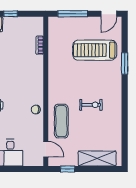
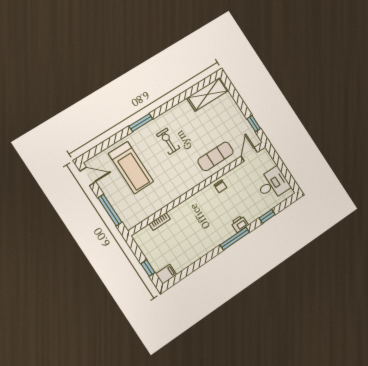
window: (125, 64) -> (141, 123), moved
exercise bike: (91, 105) -> (168, 141), moved
shelving: (97, 158) -> (208, 94), moved, turned 90

